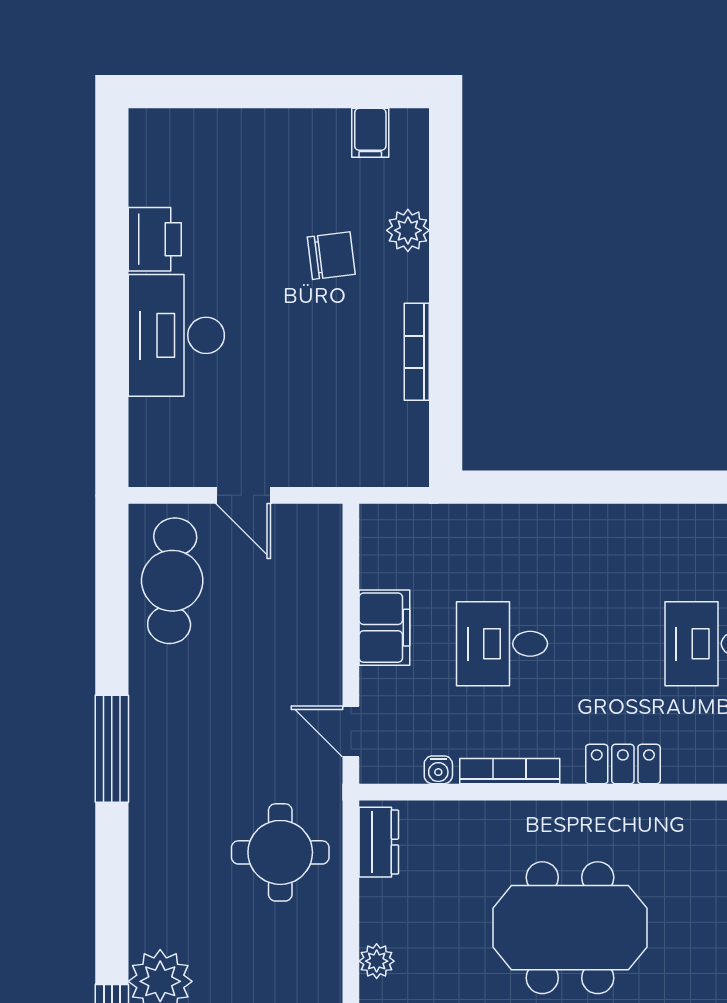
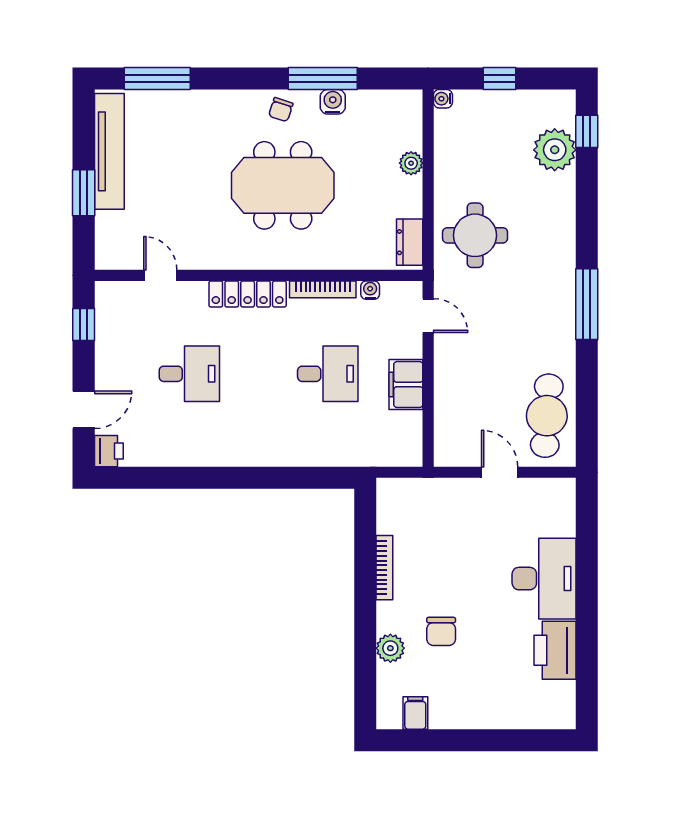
printer: (155, 239) -> (555, 650), width x1.37, depth x1.19
chair: (331, 256) -> (441, 631), turned -83
locker: (623, 764) -> (248, 294), width x1.53

